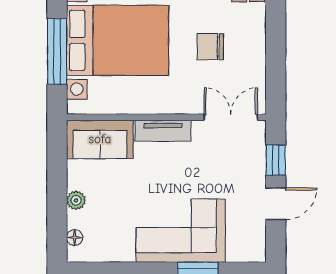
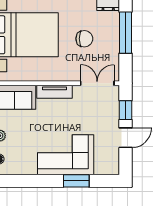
window: (276, 37) -> (126, 33), added
chair: (210, 47) -> (84, 39), turned 180

